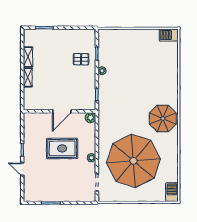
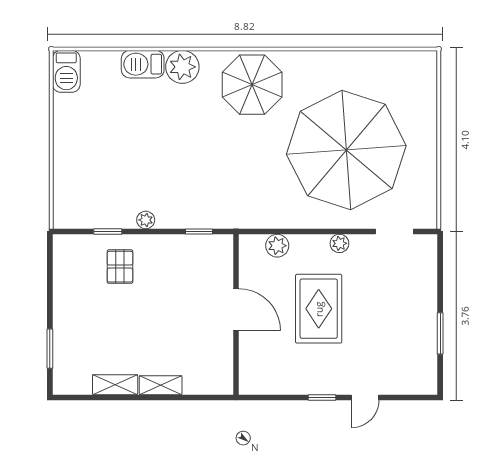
plant: (171, 87) -> (182, 67), added
plant: (90, 118) -> (277, 246), moved
barbecue: (172, 192) -> (143, 64), moved

